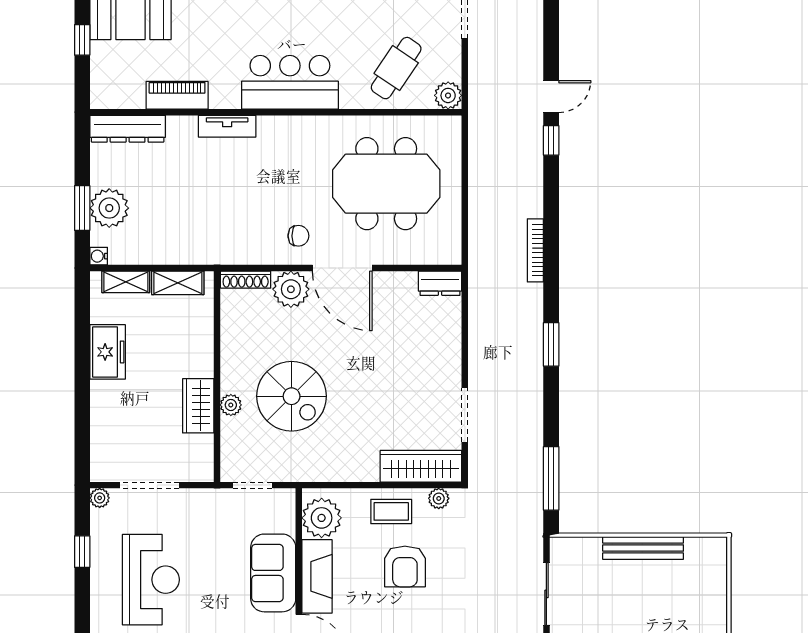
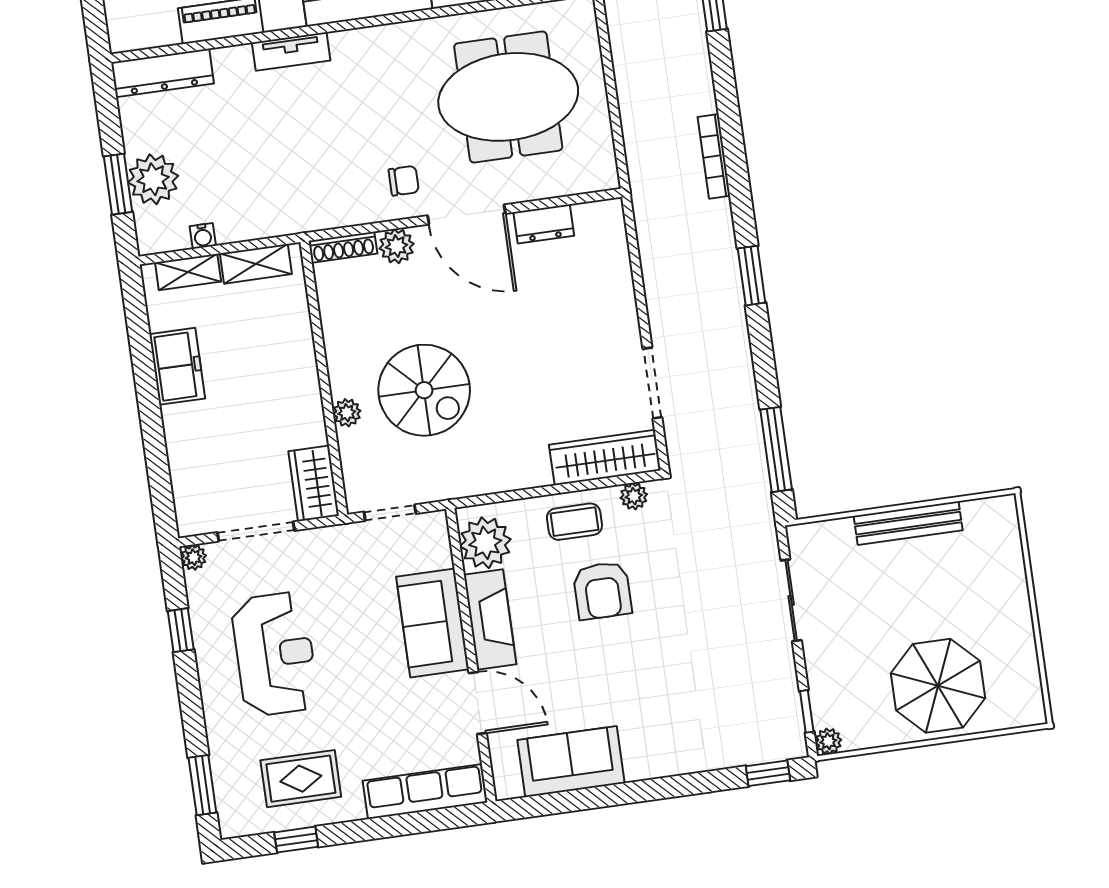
water cooler: (99, 256) -> (203, 236), moved, turned -90
dresser: (440, 283) -> (544, 224), moved
plant: (291, 289) -> (397, 246), width x0.73, depth x0.73
wardrobe: (198, 406) -> (314, 483), moved

